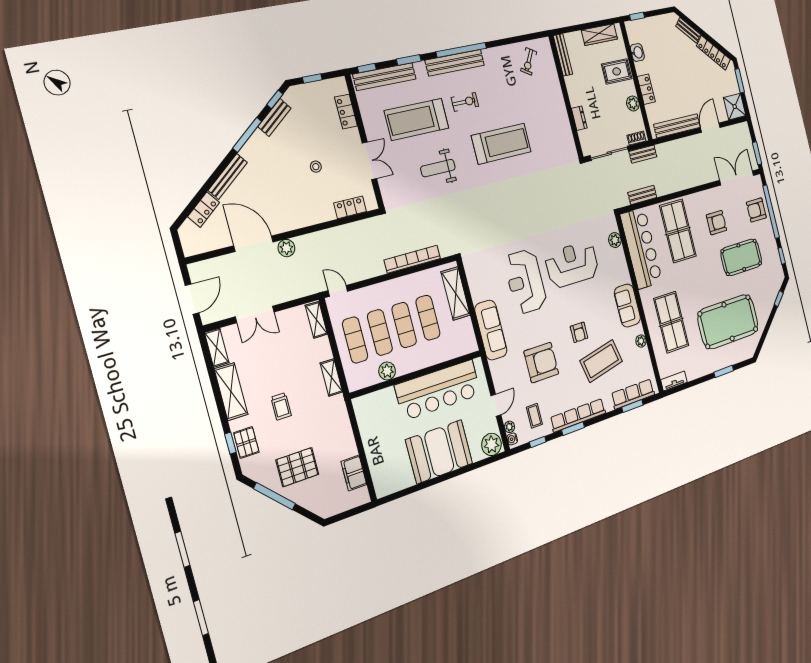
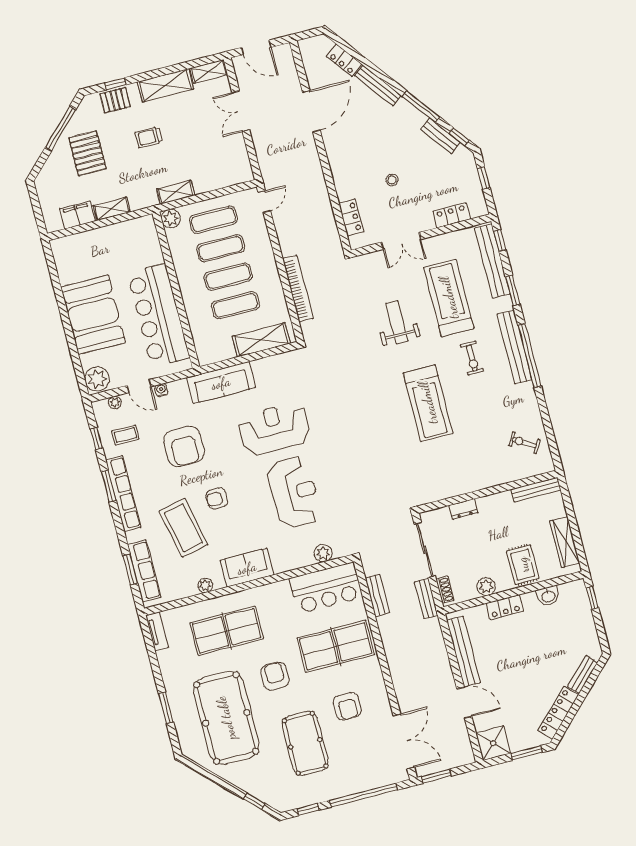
armchair: (756, 210) -> (275, 676), moved
plant: (286, 248) -> (308, 146), removed
bar counter: (641, 248) -> (326, 588), width x0.73
shelving: (316, 320) -> (112, 209), moved
plant: (387, 371) -> (171, 219), moved
water cooler: (512, 439) -> (161, 390), moved

